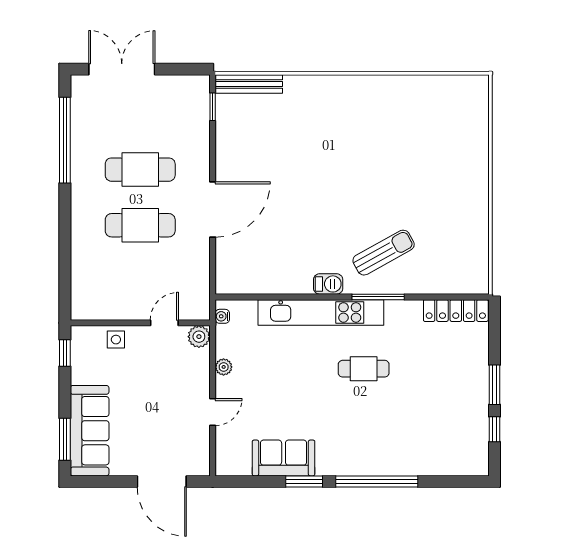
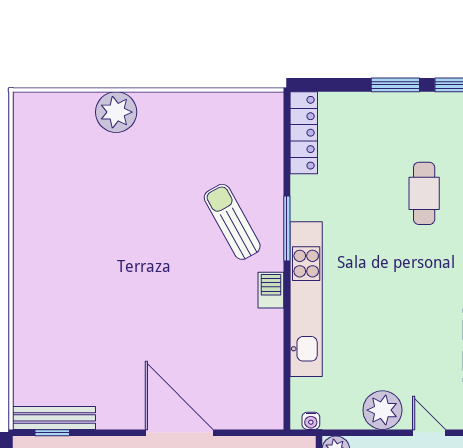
bench: (249, 84) -> (54, 418), moved, turned 90
plant: (472, 158) -> (116, 112), added
plant: (224, 367) -> (382, 410), width x1.88, depth x1.88
cafe table: (364, 369) -> (424, 193), moved

